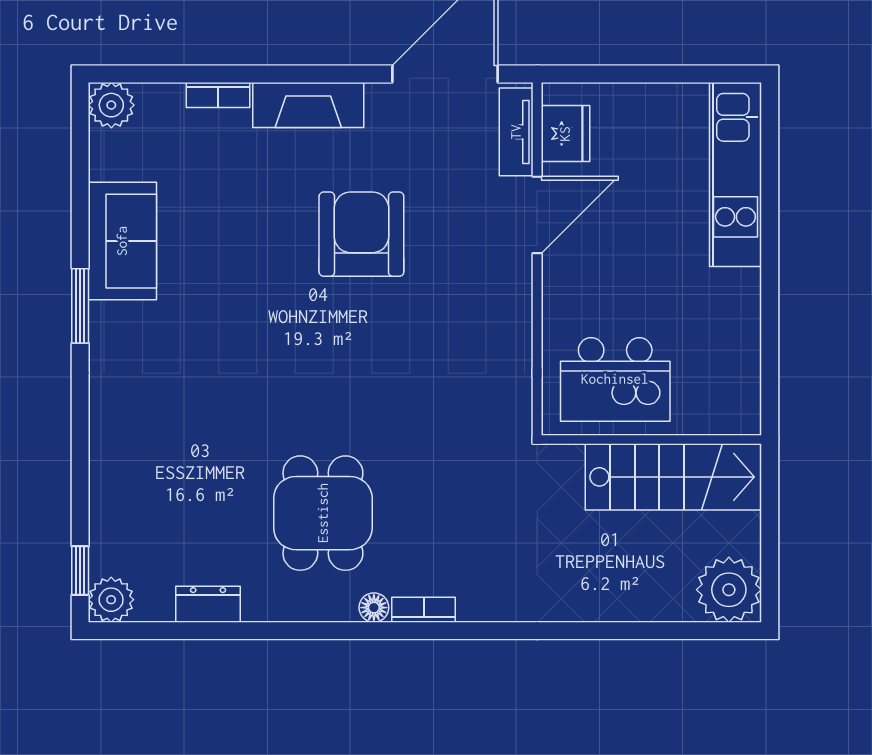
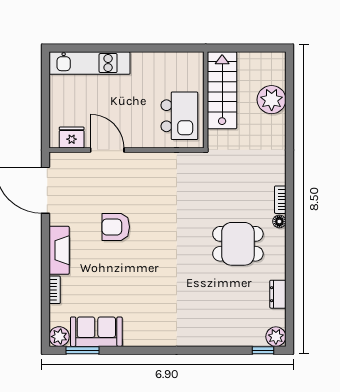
tv unit: (516, 132) -> (71, 159), removed
armchair: (361, 234) -> (116, 227), width x0.73, depth x0.73
sofa: (122, 241) -> (96, 332), moved
window: (80, 306) -> (82, 350), moved
plant: (729, 590) -> (272, 100), moved

